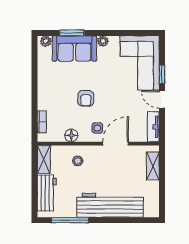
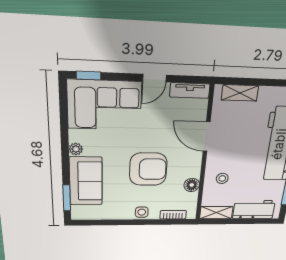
window: (72, 33) -> (67, 198), moved
plant: (46, 41) -> (77, 211), removed
window: (162, 74) -> (89, 76), moved
armchair: (86, 98) -> (148, 169), width x1.88, depth x1.88
side table: (97, 128) -> (142, 212), moved

